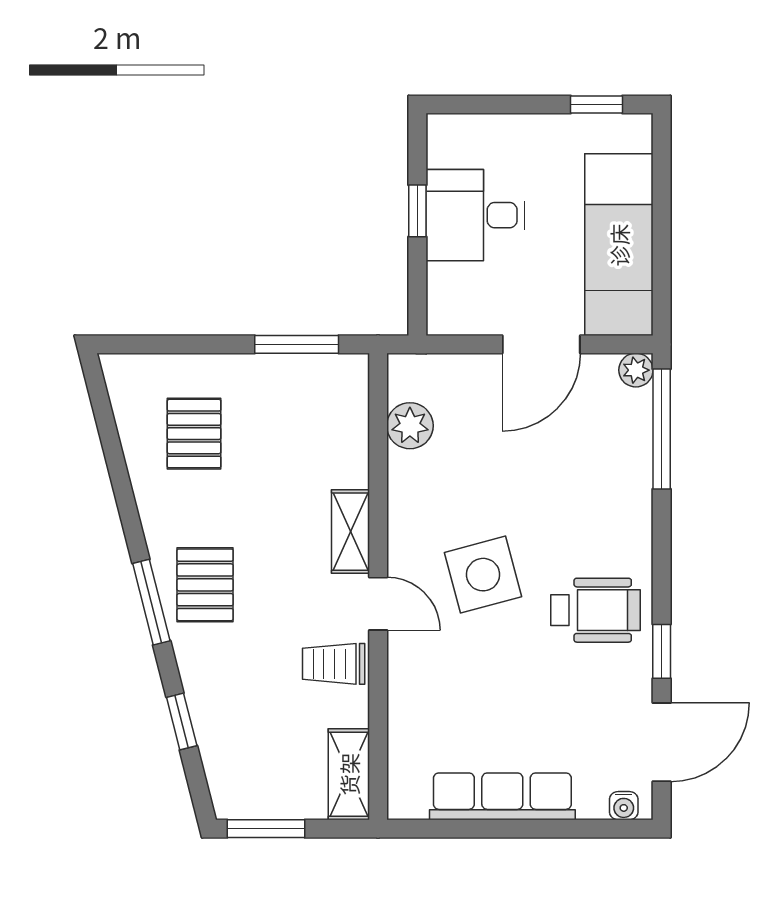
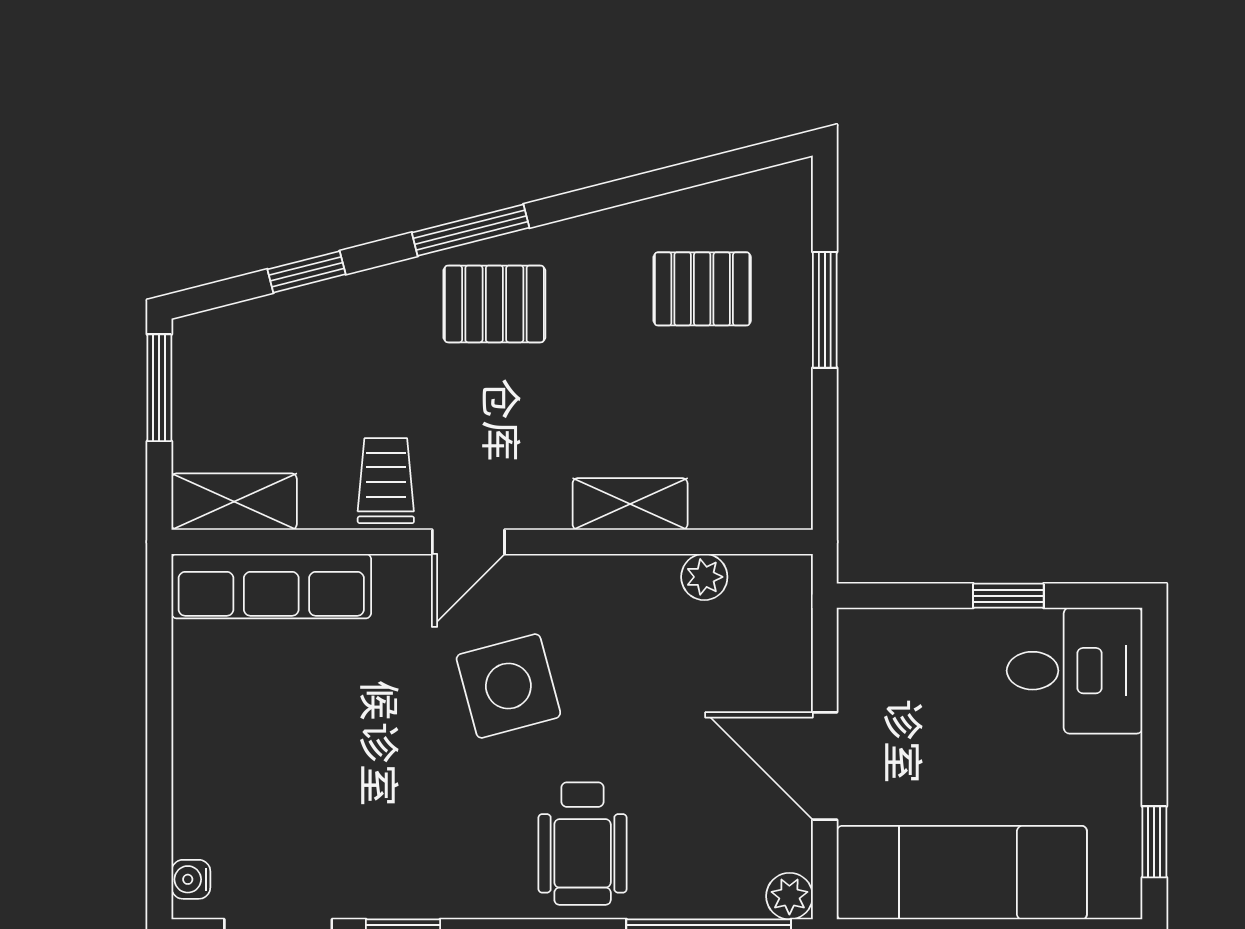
desk: (475, 215) -> (1075, 671), moved, turned 90
window: (297, 344) -> (825, 310), moved
plant: (410, 426) -> (704, 577), width x0.73, depth x0.73
shelving: (351, 532) -> (630, 504), moved
wheelchair: (596, 610) -> (583, 844), moved
row of seats: (502, 796) -> (271, 586), moved, turned 90

